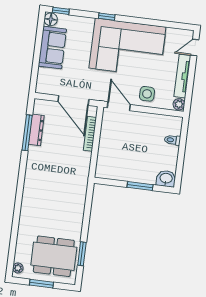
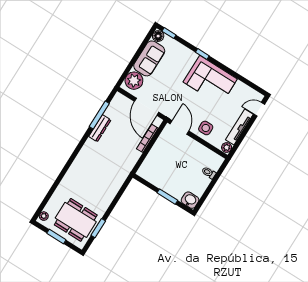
corner sofa: (127, 48) -> (210, 80), width x0.73, depth x0.74
plant: (47, 79) -> (134, 81), added
dresser: (36, 130) -> (100, 128), moved

